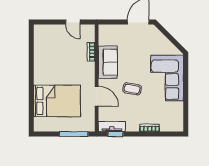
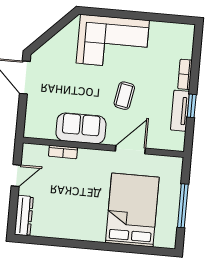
dresser: (47, 30) -> (24, 216), added
tv unit: (112, 127) -> (180, 111), moved
window: (74, 134) -> (183, 206), moved
window: (116, 134) -> (192, 106), moved

